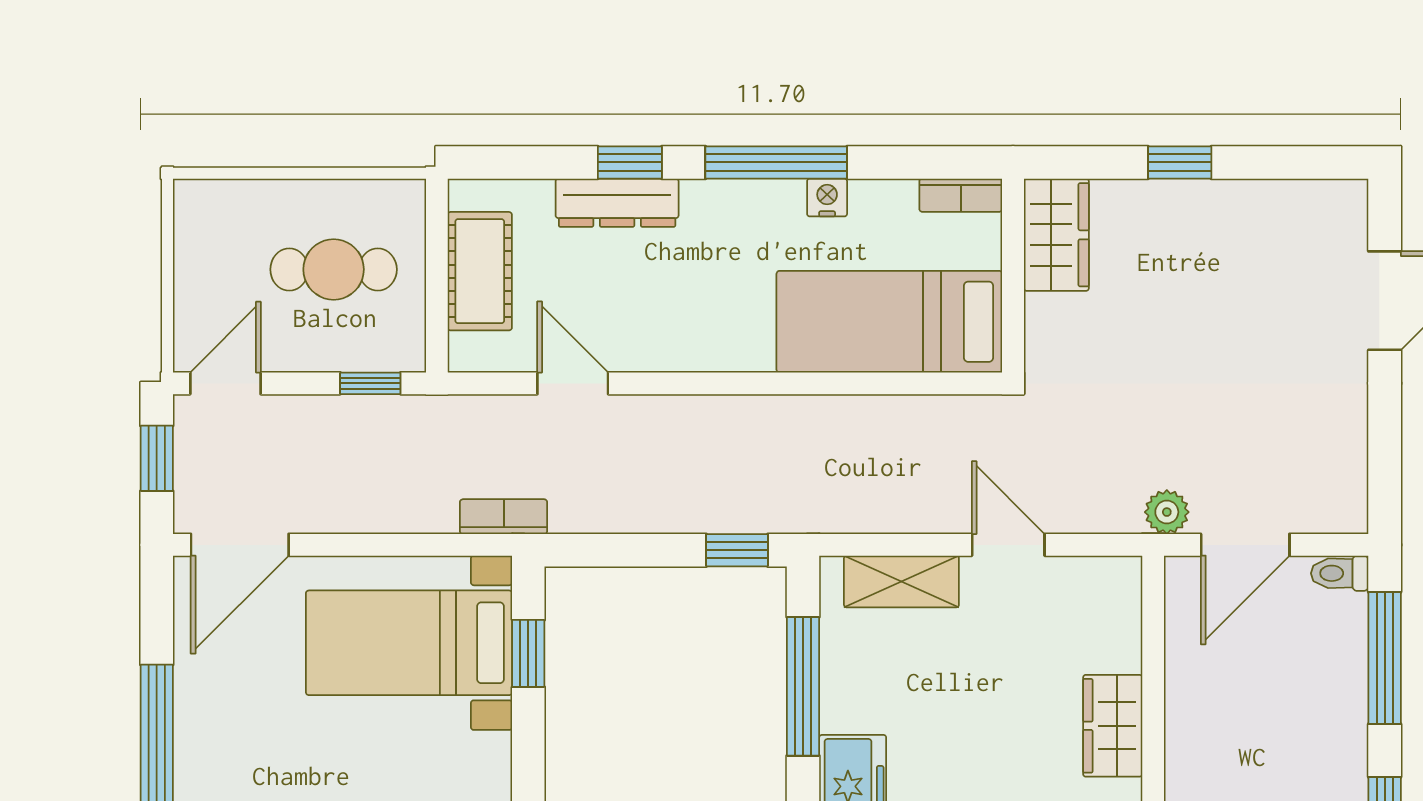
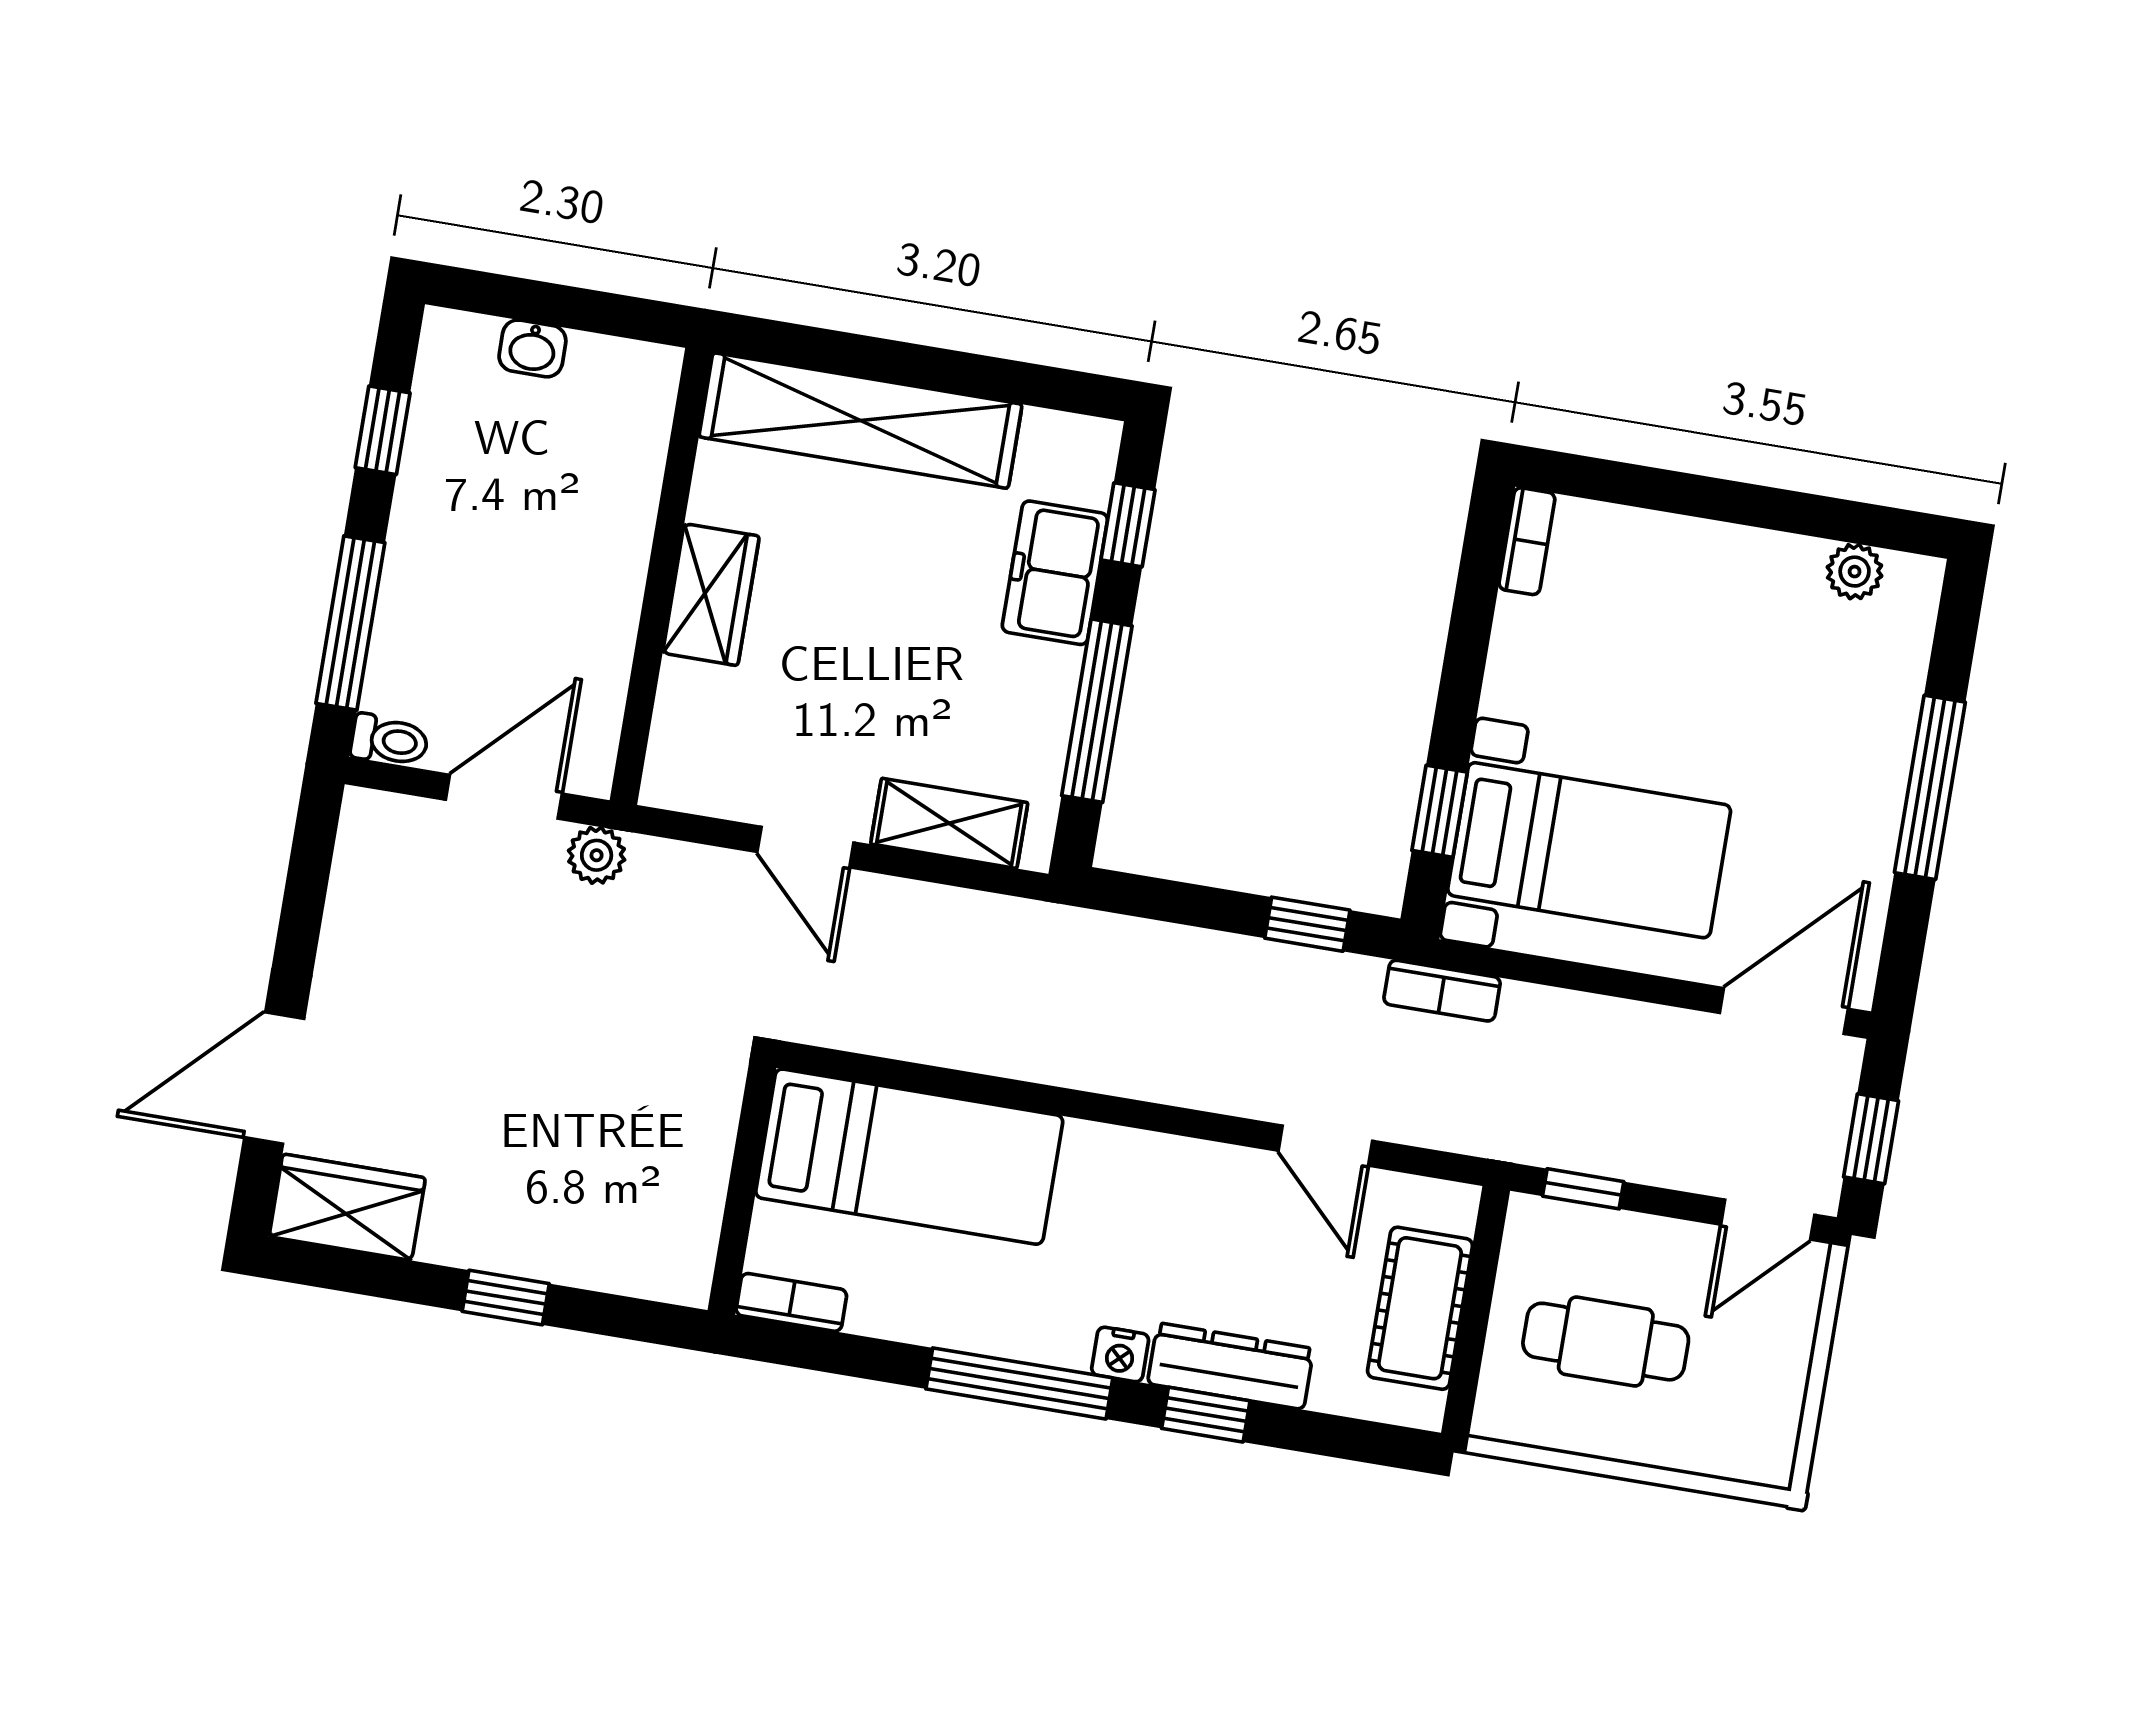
nightstand: (827, 198) -> (1120, 1354), moved
wardrobe: (1056, 235) -> (347, 1207), moved, turned 90
window: (737, 550) -> (1307, 924), moved

